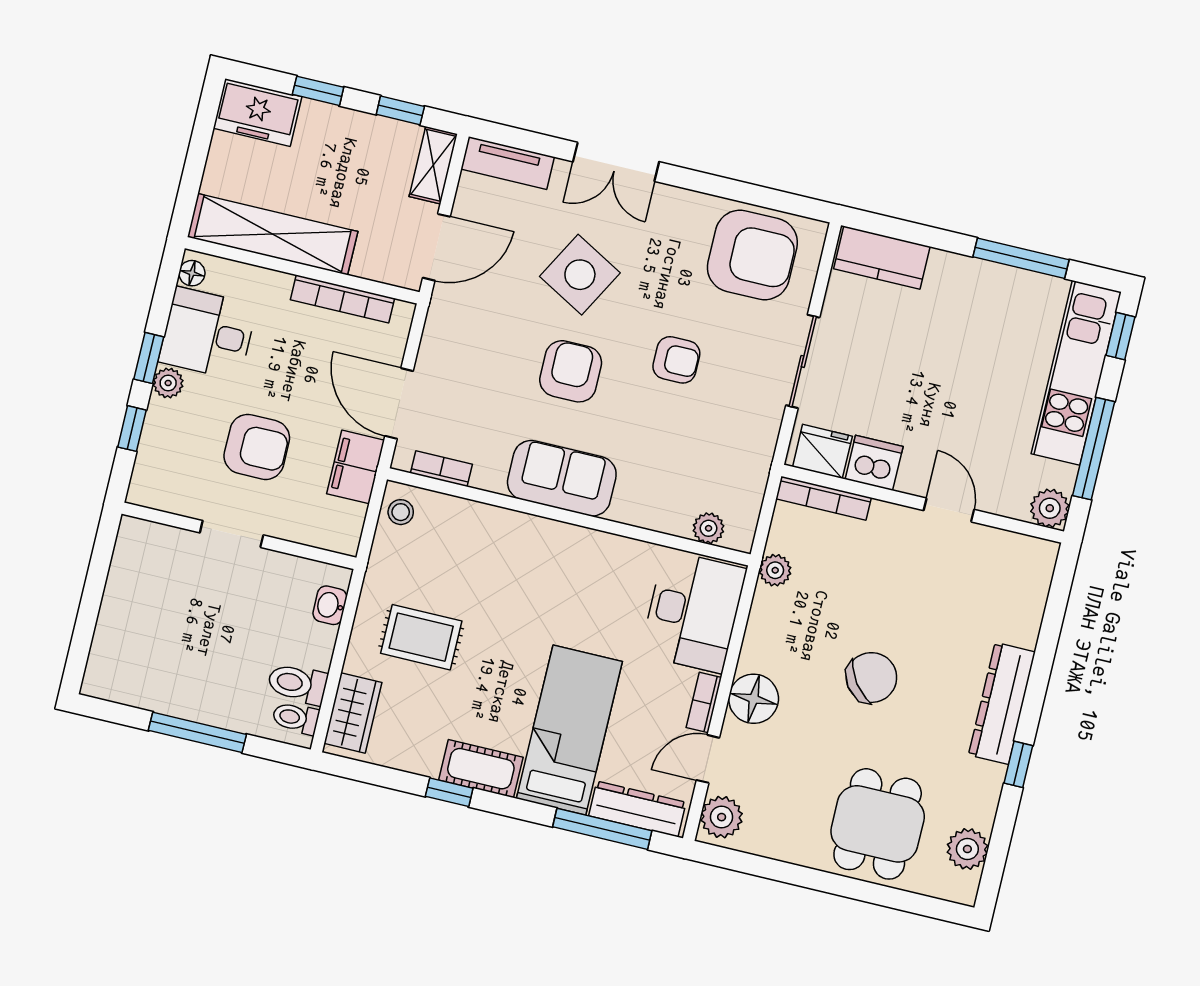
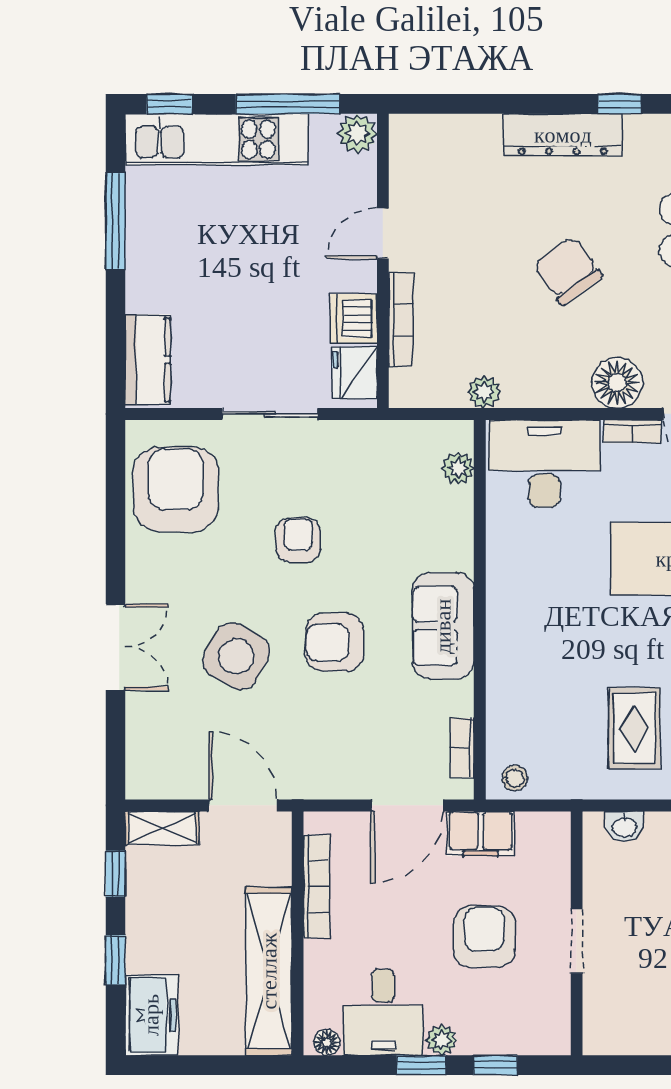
tv unit: (508, 163) -> (142, 755), removed
bookcase: (824, 498) -> (401, 320), moved

